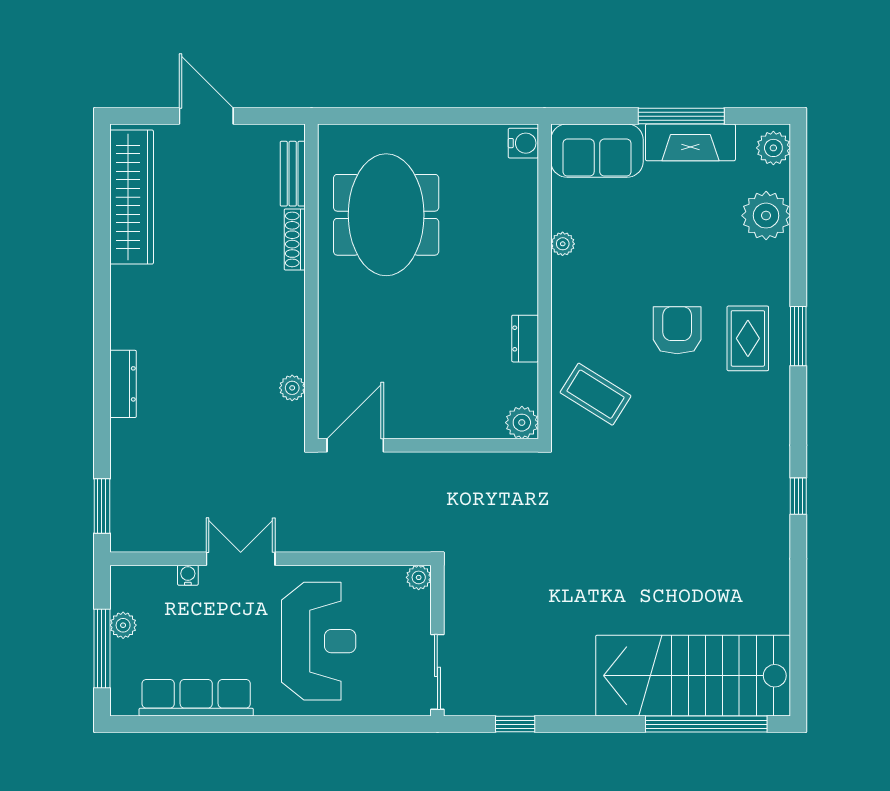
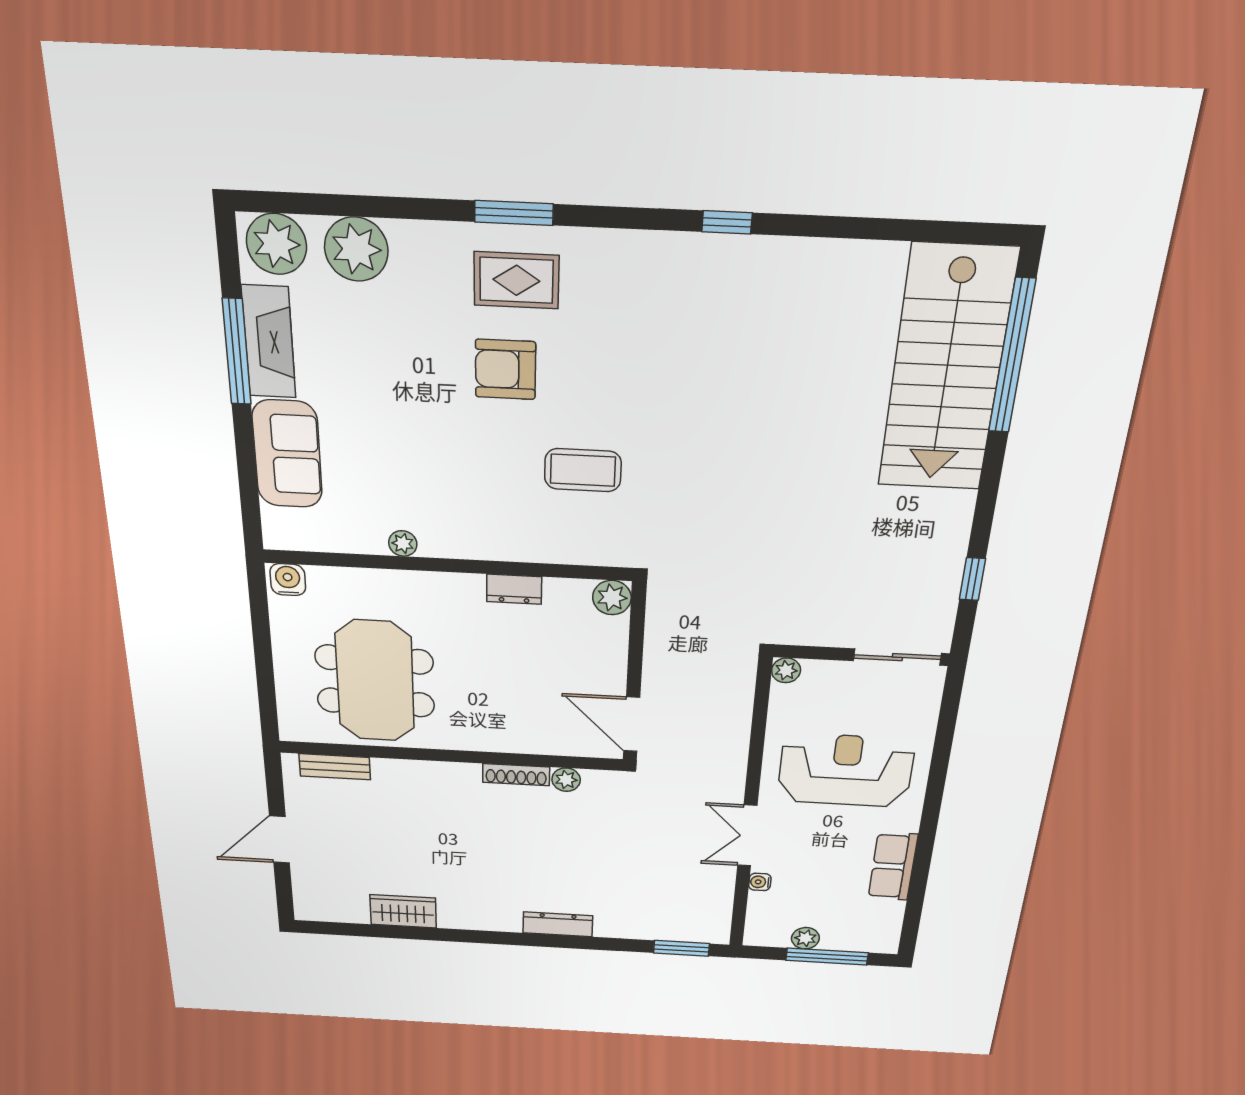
water cooler: (523, 143) -> (288, 580), moved
plant: (773, 148) -> (276, 244), width x1.36, depth x1.36
wardrobe: (132, 197) -> (403, 911), width x0.48, depth x0.85
meeting table: (386, 215) -> (375, 681), turned 90
shoe rack: (295, 239) -> (516, 775), moved
plant: (563, 244) -> (403, 543), moved
wall: (545, 281) -> (447, 565), moved
dresser: (525, 339) -> (514, 589), moved
coffee table: (596, 394) -> (583, 470), turned 58
plant: (522, 423) -> (612, 598), moved
row of seats: (196, 698) -> (893, 866), width x0.68

